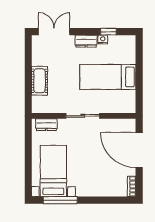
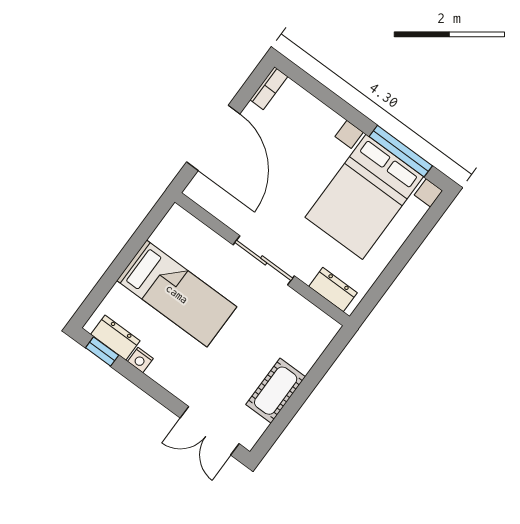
window: (108, 32) -> (102, 351), moved
dresser: (86, 41) -> (115, 338), moved
cot: (39, 81) -> (276, 391), moved
bed with nightstands: (53, 171) -> (364, 197), width x1.36

